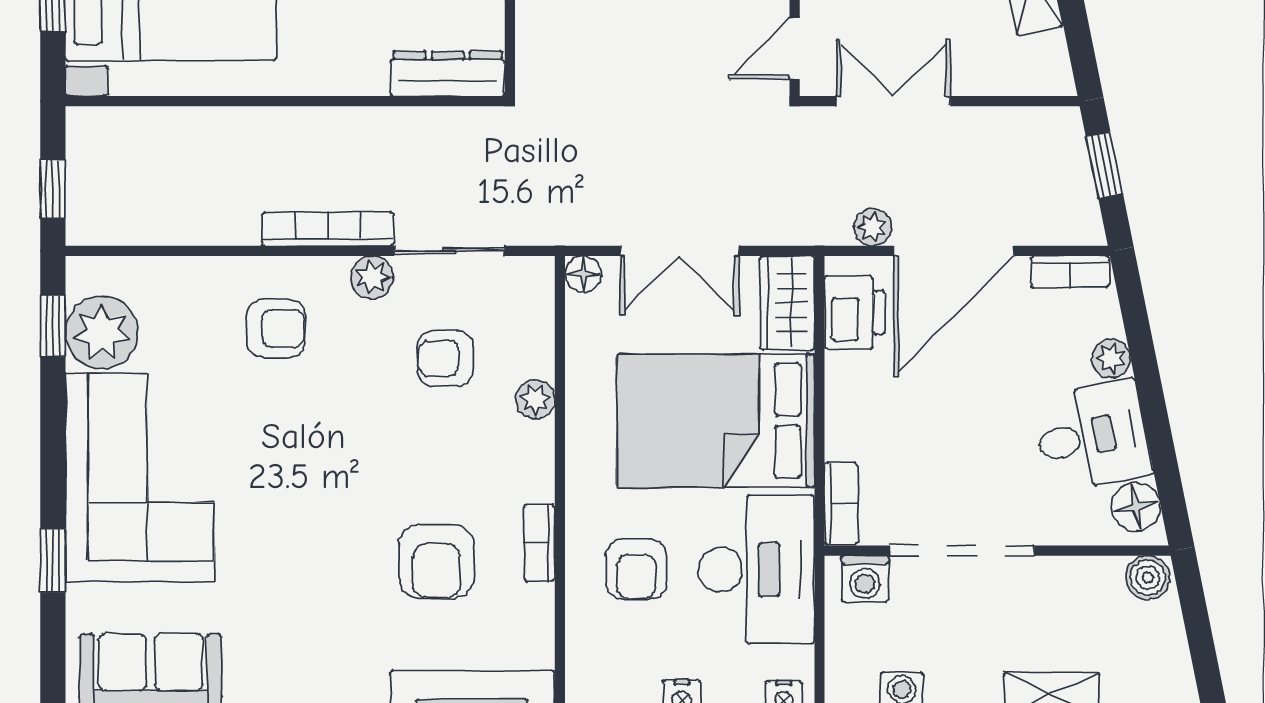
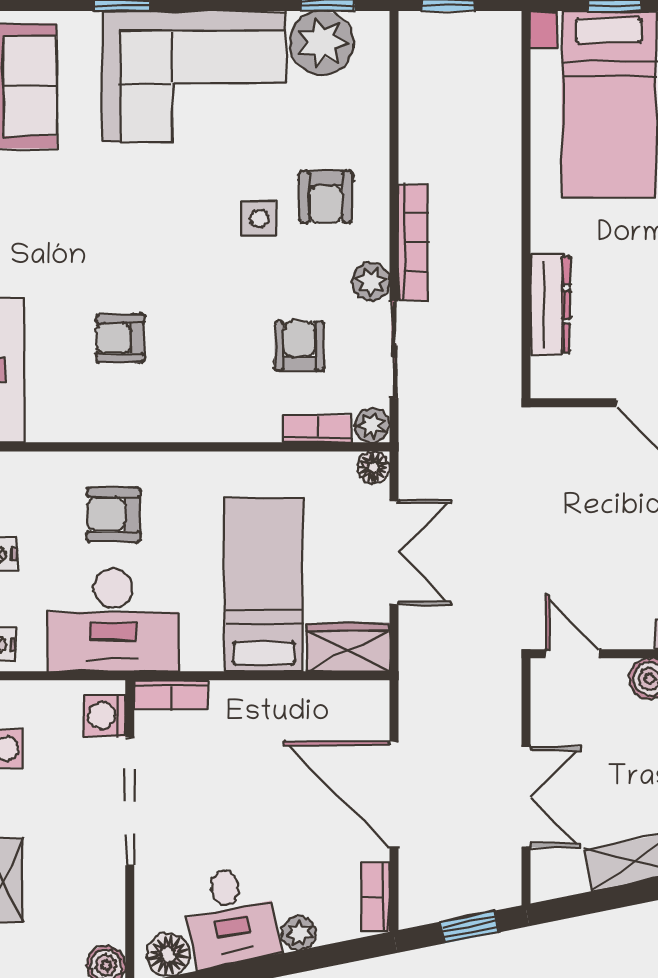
dresser: (448, 74) -> (550, 304), moved
double door: (893, 101) -> (526, 797), moved
plant: (872, 227) -> (415, 722), removed
double door: (679, 251) -> (394, 552), swing flipped
printer: (855, 312) -> (340, 707), removed
plant: (535, 399) -> (372, 425), moved
side table: (301, 404) -> (259, 218), added
bed: (716, 421) -> (264, 584), width x0.67
bookcase: (539, 543) -> (318, 429), moved
armchair: (436, 561) -> (120, 338), width x0.72, depth x0.72

